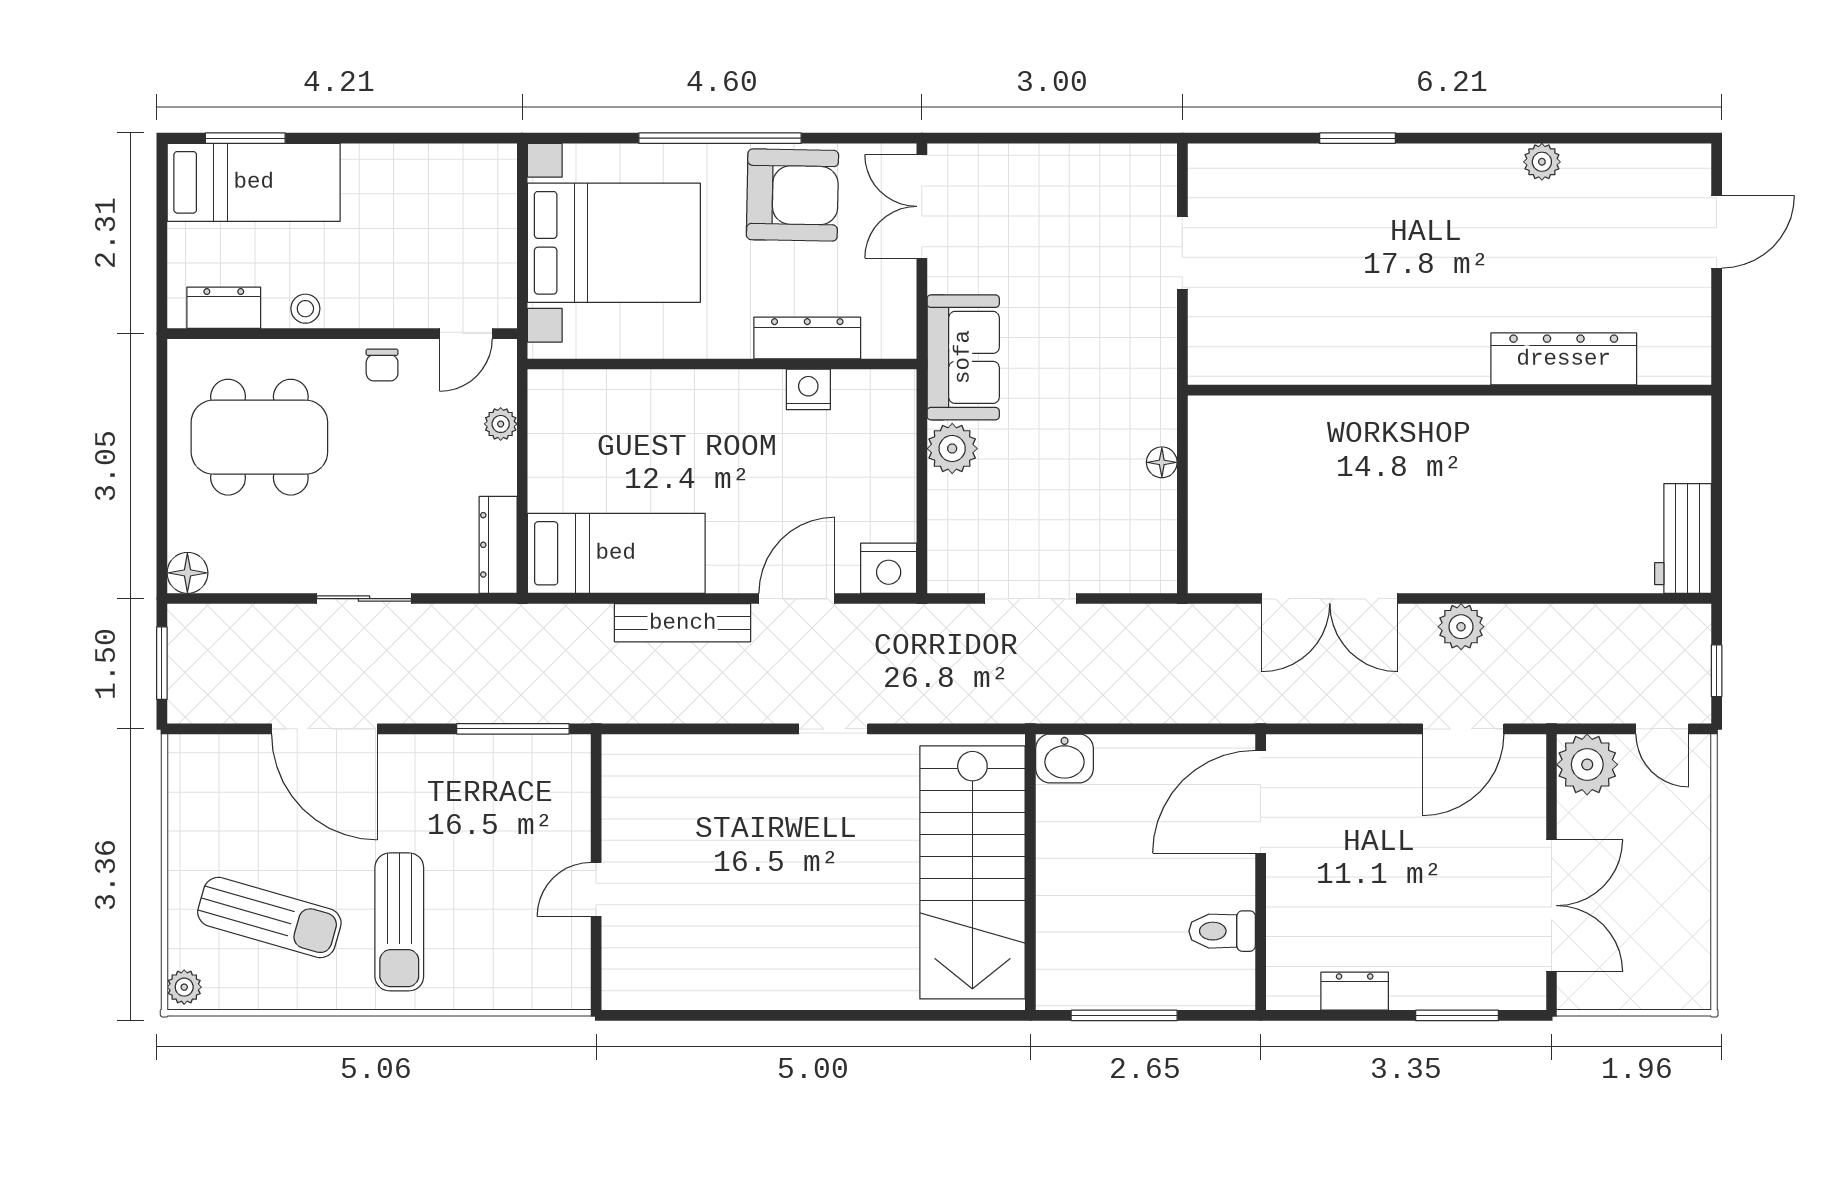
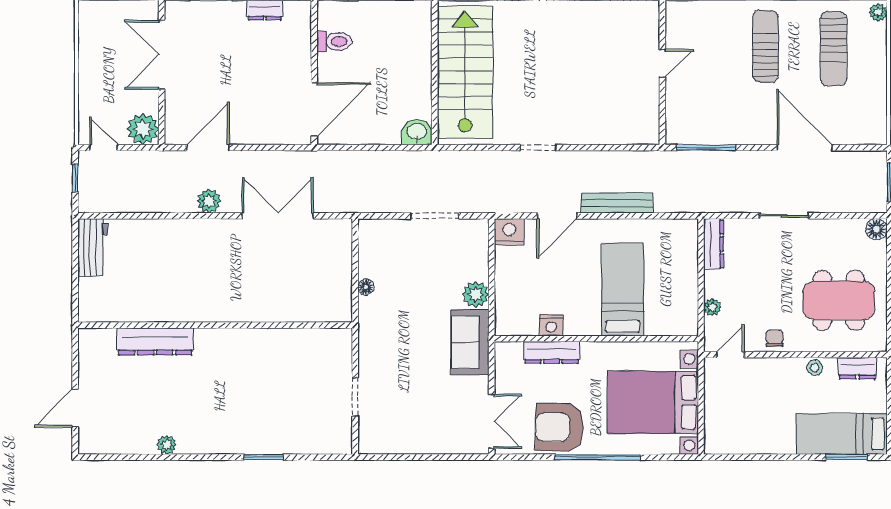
bed: (616, 553) -> (623, 289), moved, turned 90
sun lounger: (269, 918) -> (834, 49), turned -106

